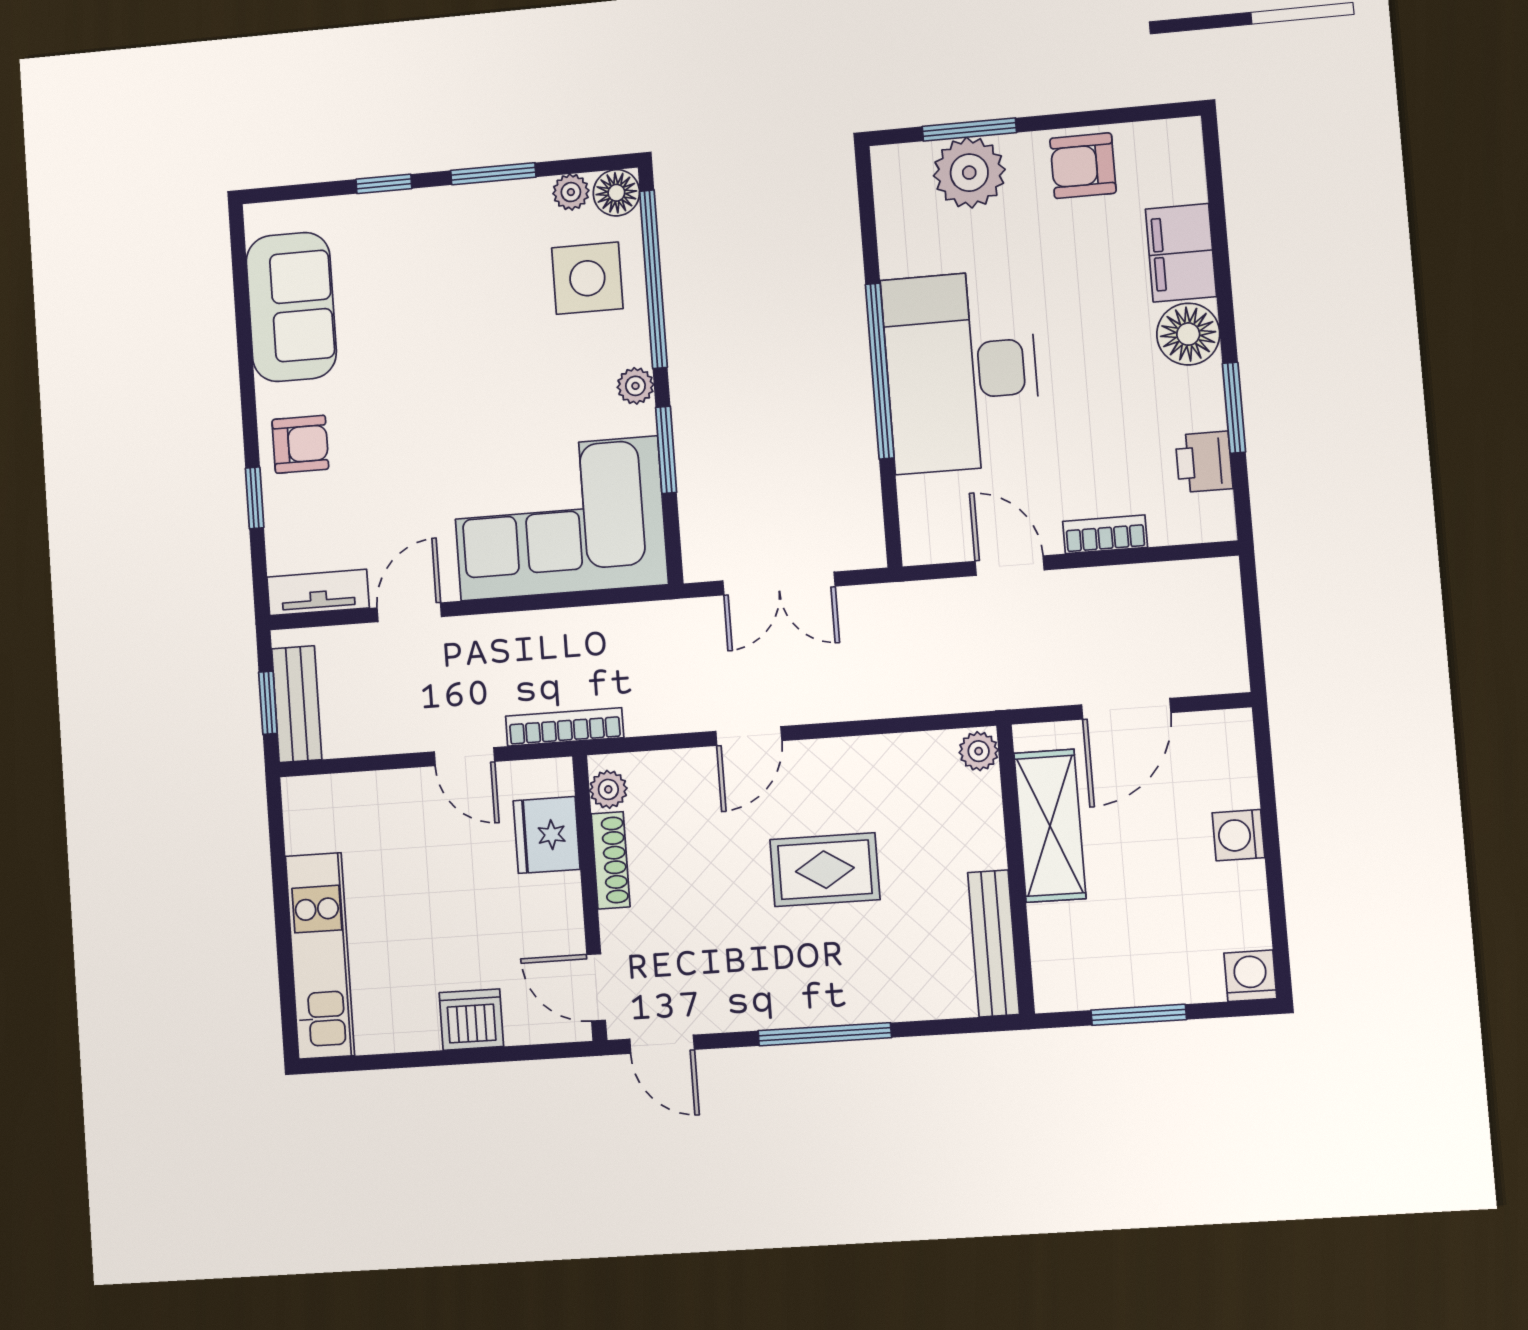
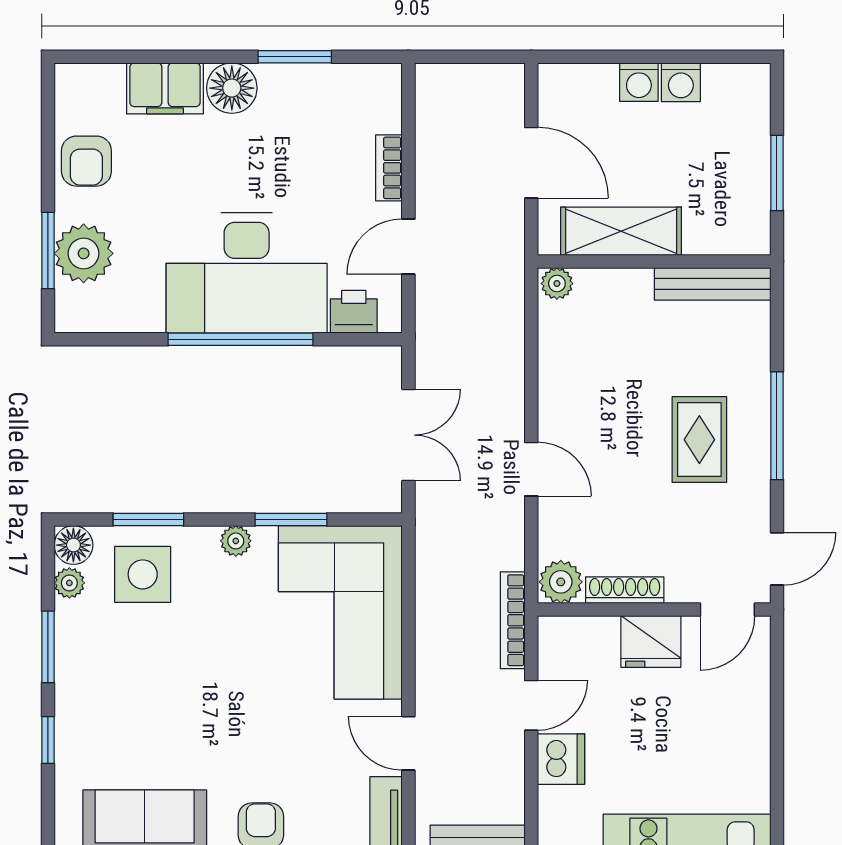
window: (653, 279) -> (148, 519), width x0.47
printer: (1204, 462) -> (354, 312), moved, turned 180
plant: (608, 789) -> (561, 582), width x1.38, depth x1.38
fridge: (547, 835) -> (651, 642), moved
rug: (825, 870) -> (699, 440), moved
washing machine: (1250, 976) -> (681, 82), moved, turned -90
dishwasher: (471, 1020) -> (561, 759), moved, turned 180

